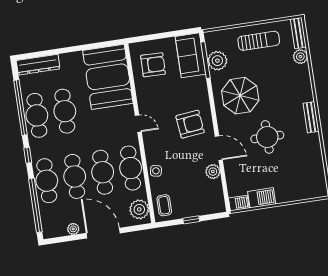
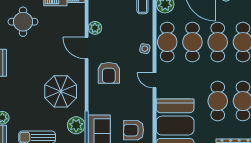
armchair: (190, 124) -> (109, 73), turned -84
round table: (267, 137) -> (23, 22), moved
side table: (156, 171) -> (145, 49), moved

